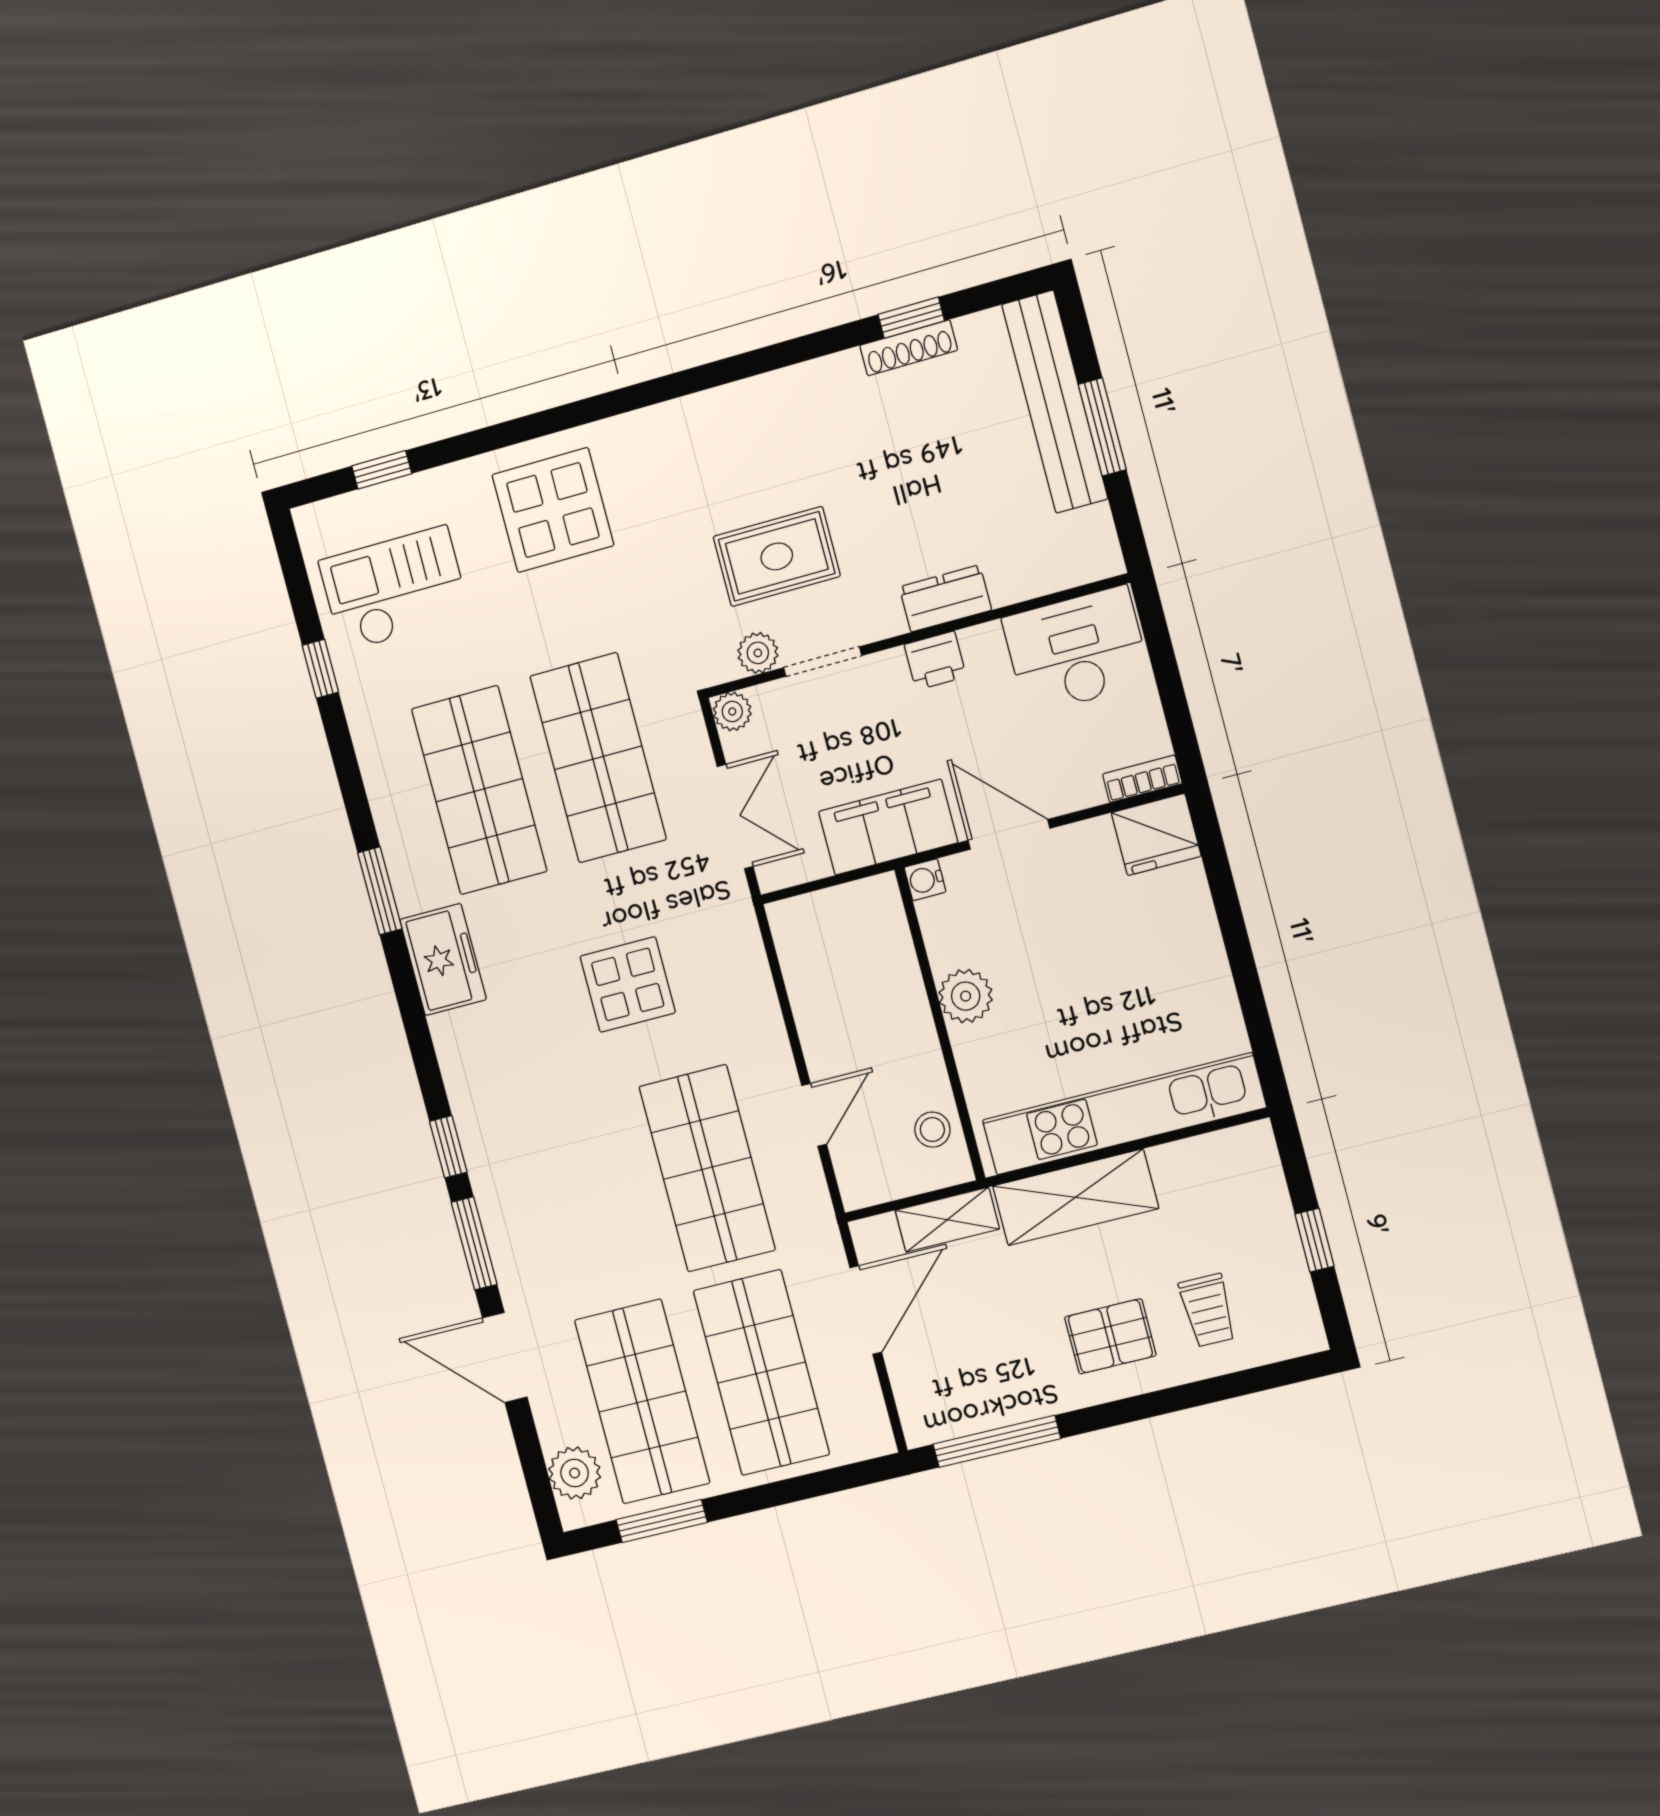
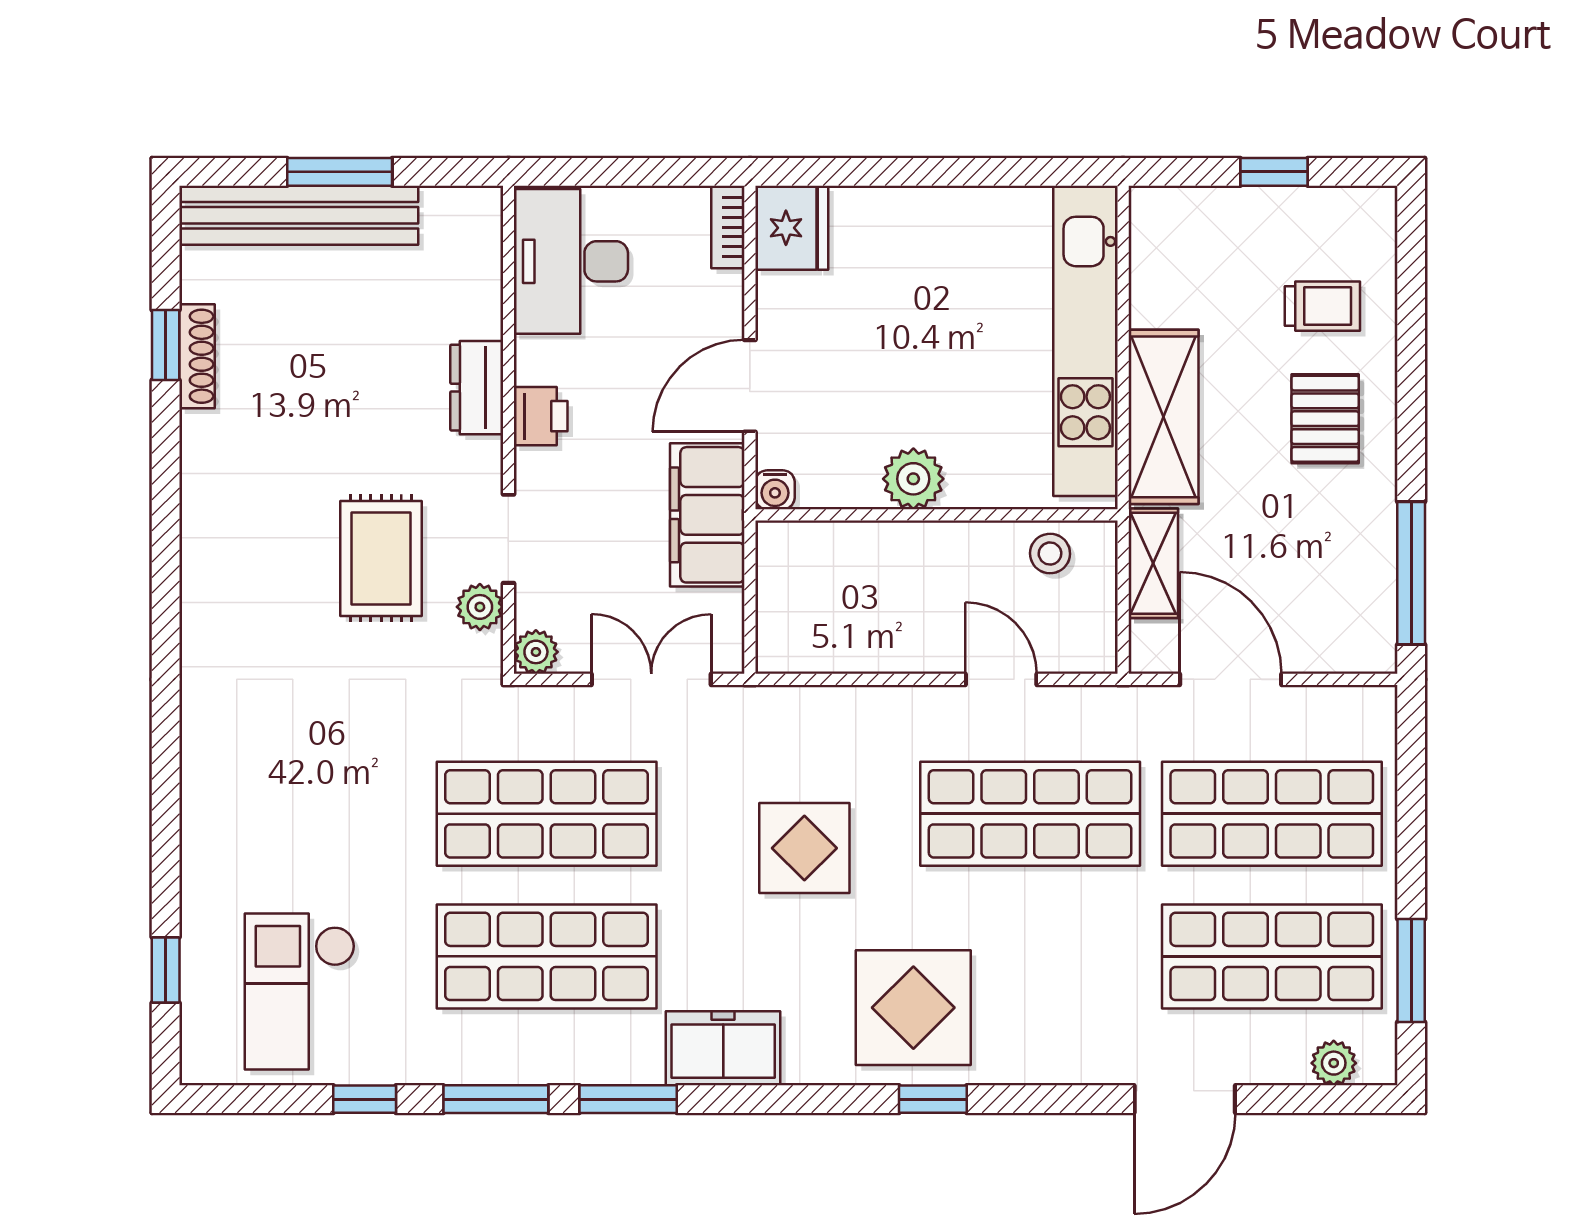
display table: (553, 510) -> (913, 1008), moved
window: (474, 1243) -> (496, 1099), moved
plant: (575, 1473) -> (1334, 1063), width x0.73, depth x0.73

